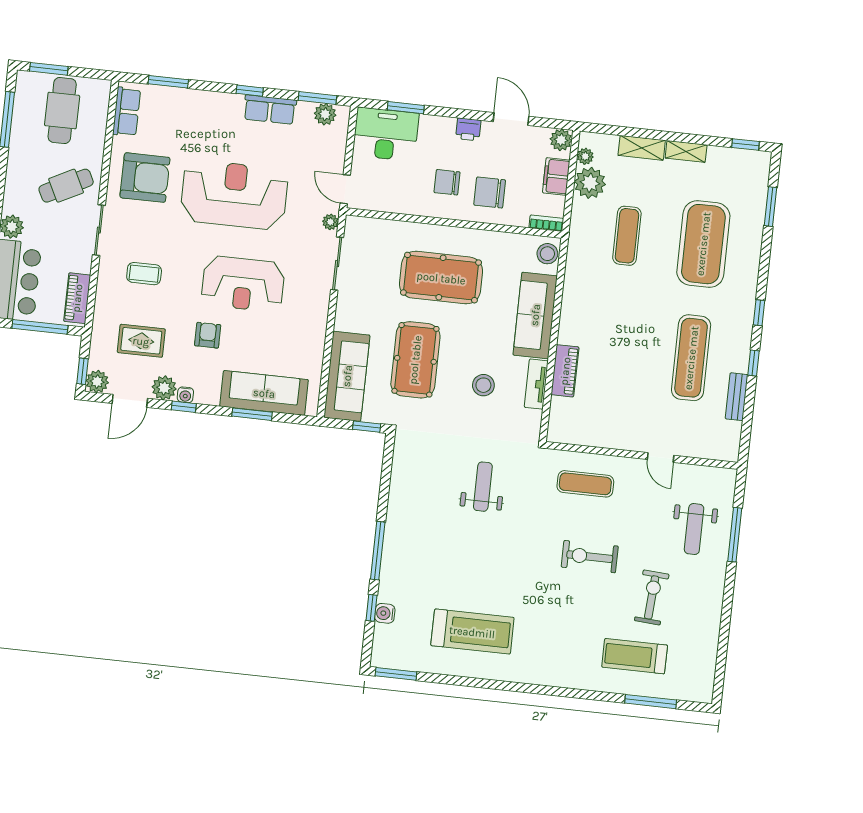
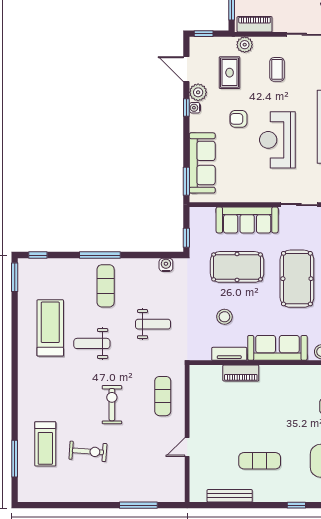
armchair: (208, 335) -> (239, 119), turned 180
exercise mat: (691, 358) -> (260, 461), width x0.73, depth x0.69
window: (753, 363) -> (261, 505), removed
sofa: (347, 376) -> (247, 220), moved
plant: (97, 382) -> (245, 45), moved
bench: (737, 397) -> (230, 496), width x1.36
window: (252, 414) -> (186, 181), moved
weight bench: (694, 529) -> (92, 343), moved
exercise mat: (422, 547) -> (106, 286), added
window: (371, 608) -> (38, 255), moved
water cooler: (385, 613) -> (166, 265), moved
treadmill: (472, 632) -> (50, 328), turned 180
treadmill: (635, 656) -> (45, 444), turned 180

